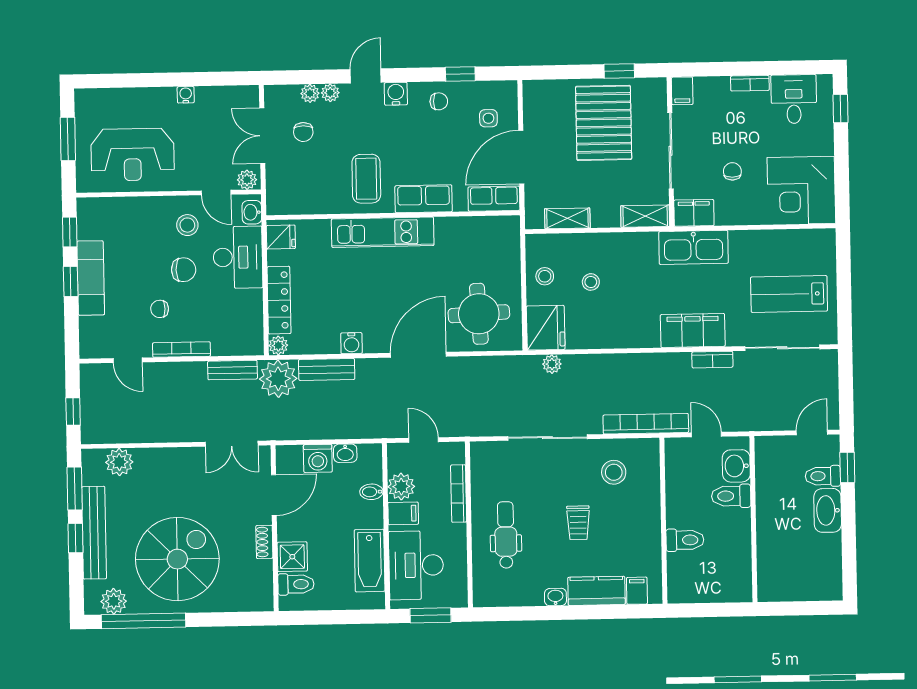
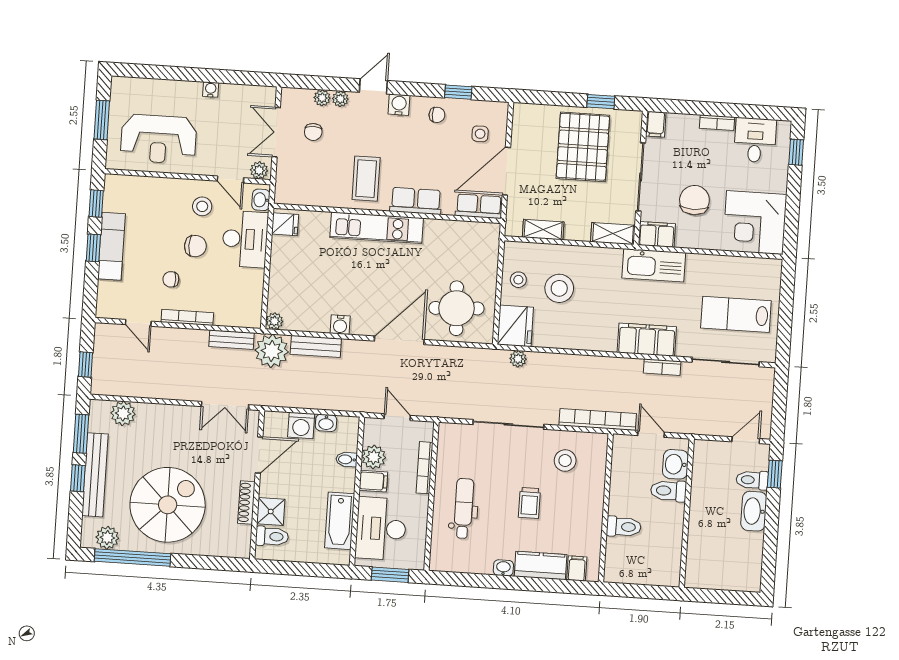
chair: (732, 171) -> (694, 200), width x1.87, depth x1.87
stool: (591, 282) -> (559, 288), width x1.89, depth x1.89
locker: (279, 300) -> (279, 281), removed
shoe rack: (264, 542) -> (246, 503), width x1.43

